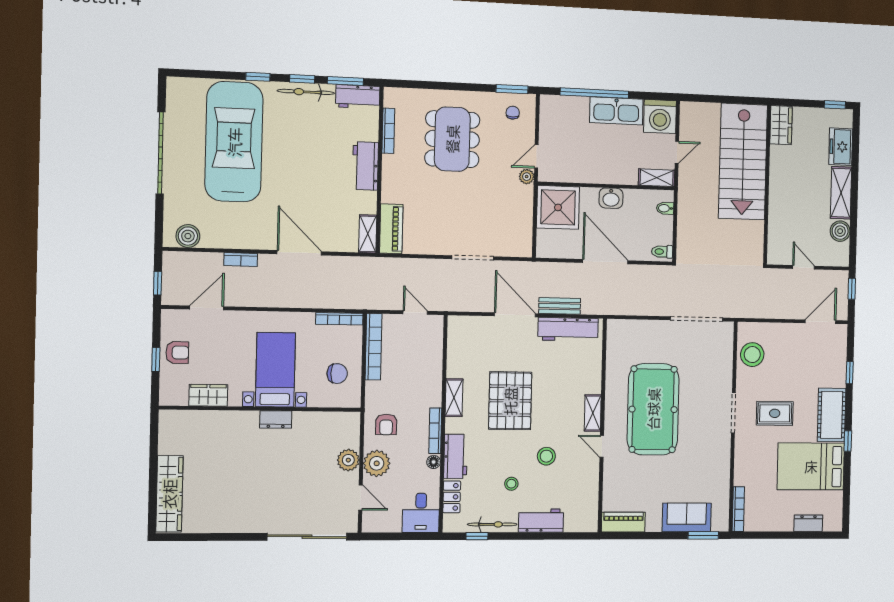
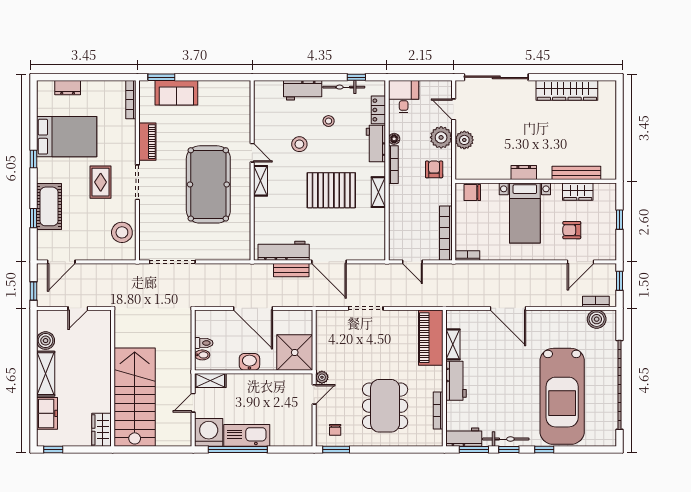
window: (594, 93) -> (238, 449), moved
garage door: (161, 153) -> (620, 385), width x1.36
piano: (391, 229) -> (431, 338), width x1.37, depth x1.33
shelving: (368, 234) -> (453, 344), moved
toilet: (662, 252) -> (204, 343), moved
bookcase: (241, 260) -> (596, 302), moved
door: (804, 267) -> (78, 308), hinge flipped
bookcase: (339, 319) -> (467, 255), width x0.64
armchair: (177, 352) -> (572, 230), moved
chair: (337, 374) -> (472, 192), moved
pallet: (510, 401) -> (331, 190), turned 90
rug: (775, 413) -> (101, 182), turned 90
cot: (832, 415) -> (49, 206), moved
bench: (210, 418) -> (576, 173), added
wardrobe: (169, 494) -> (567, 90), moved, turned -90
piano: (623, 522) -> (147, 142), moved, turned -90

